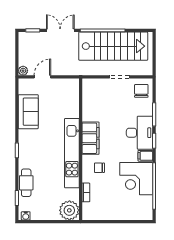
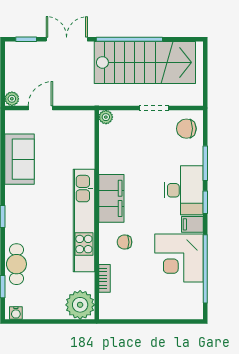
plant: (87, 83) -> (106, 117), added
chair: (141, 91) -> (186, 129), turned -90

